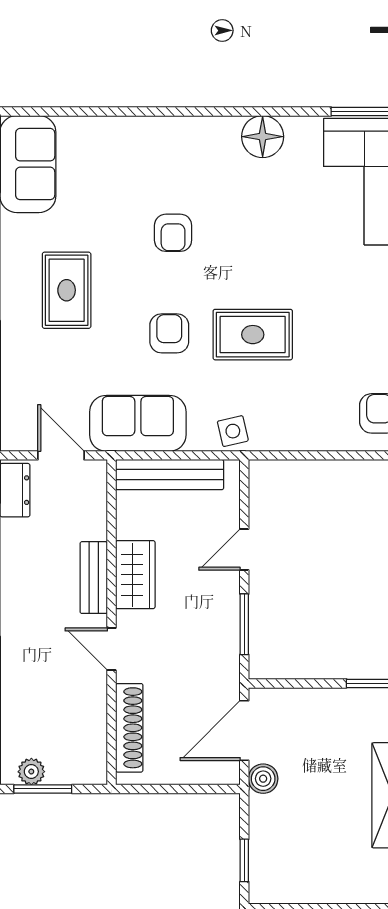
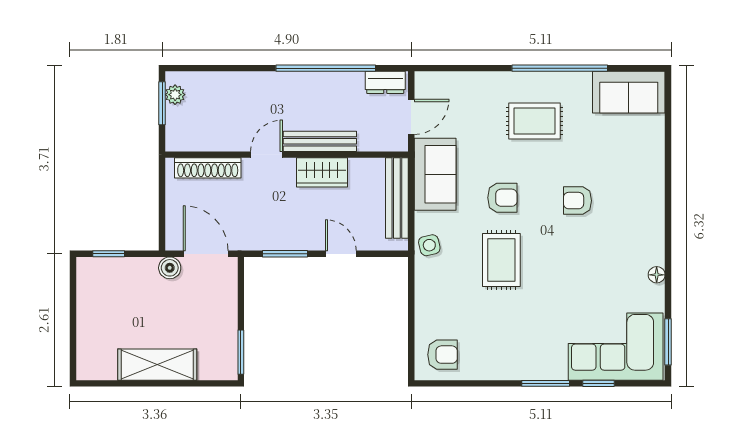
floor lamp: (263, 137) -> (657, 275), width x0.53, depth x0.53
bench: (94, 578) -> (320, 141), width x1.36

